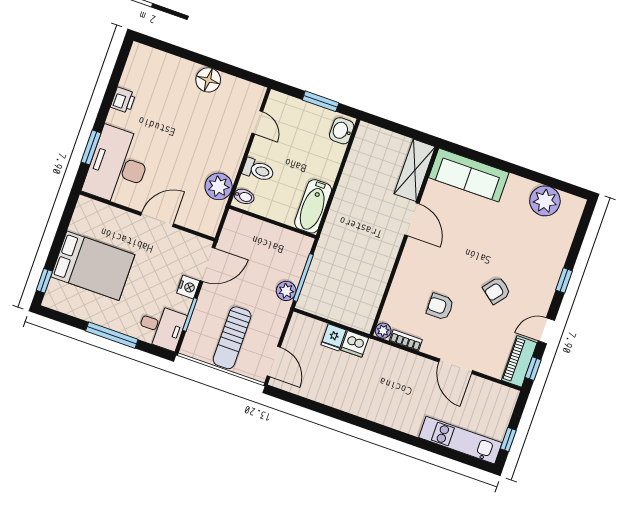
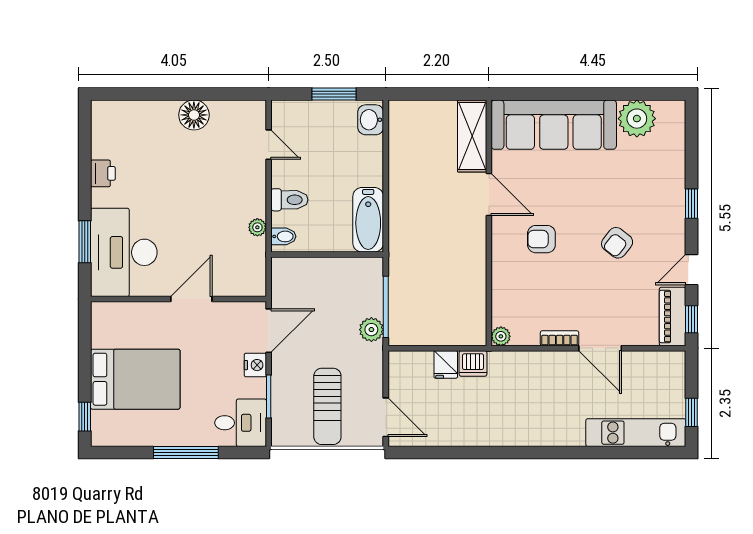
sofa: (469, 175) -> (554, 125), width x1.36, depth x1.27
plant: (219, 186) -> (257, 227), width x0.53, depth x0.53
armchair: (440, 307) -> (541, 239), moved
bookcase: (406, 340) -> (560, 338), moved

